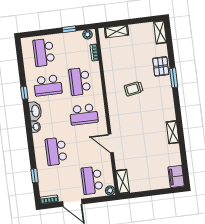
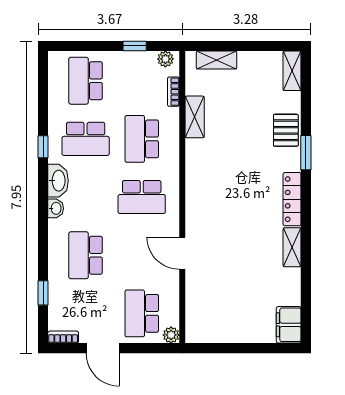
trolley: (134, 89) -> (234, 163), removed
locker: (169, 105) -> (292, 199), added
shelving: (123, 182) -> (195, 117), moved

